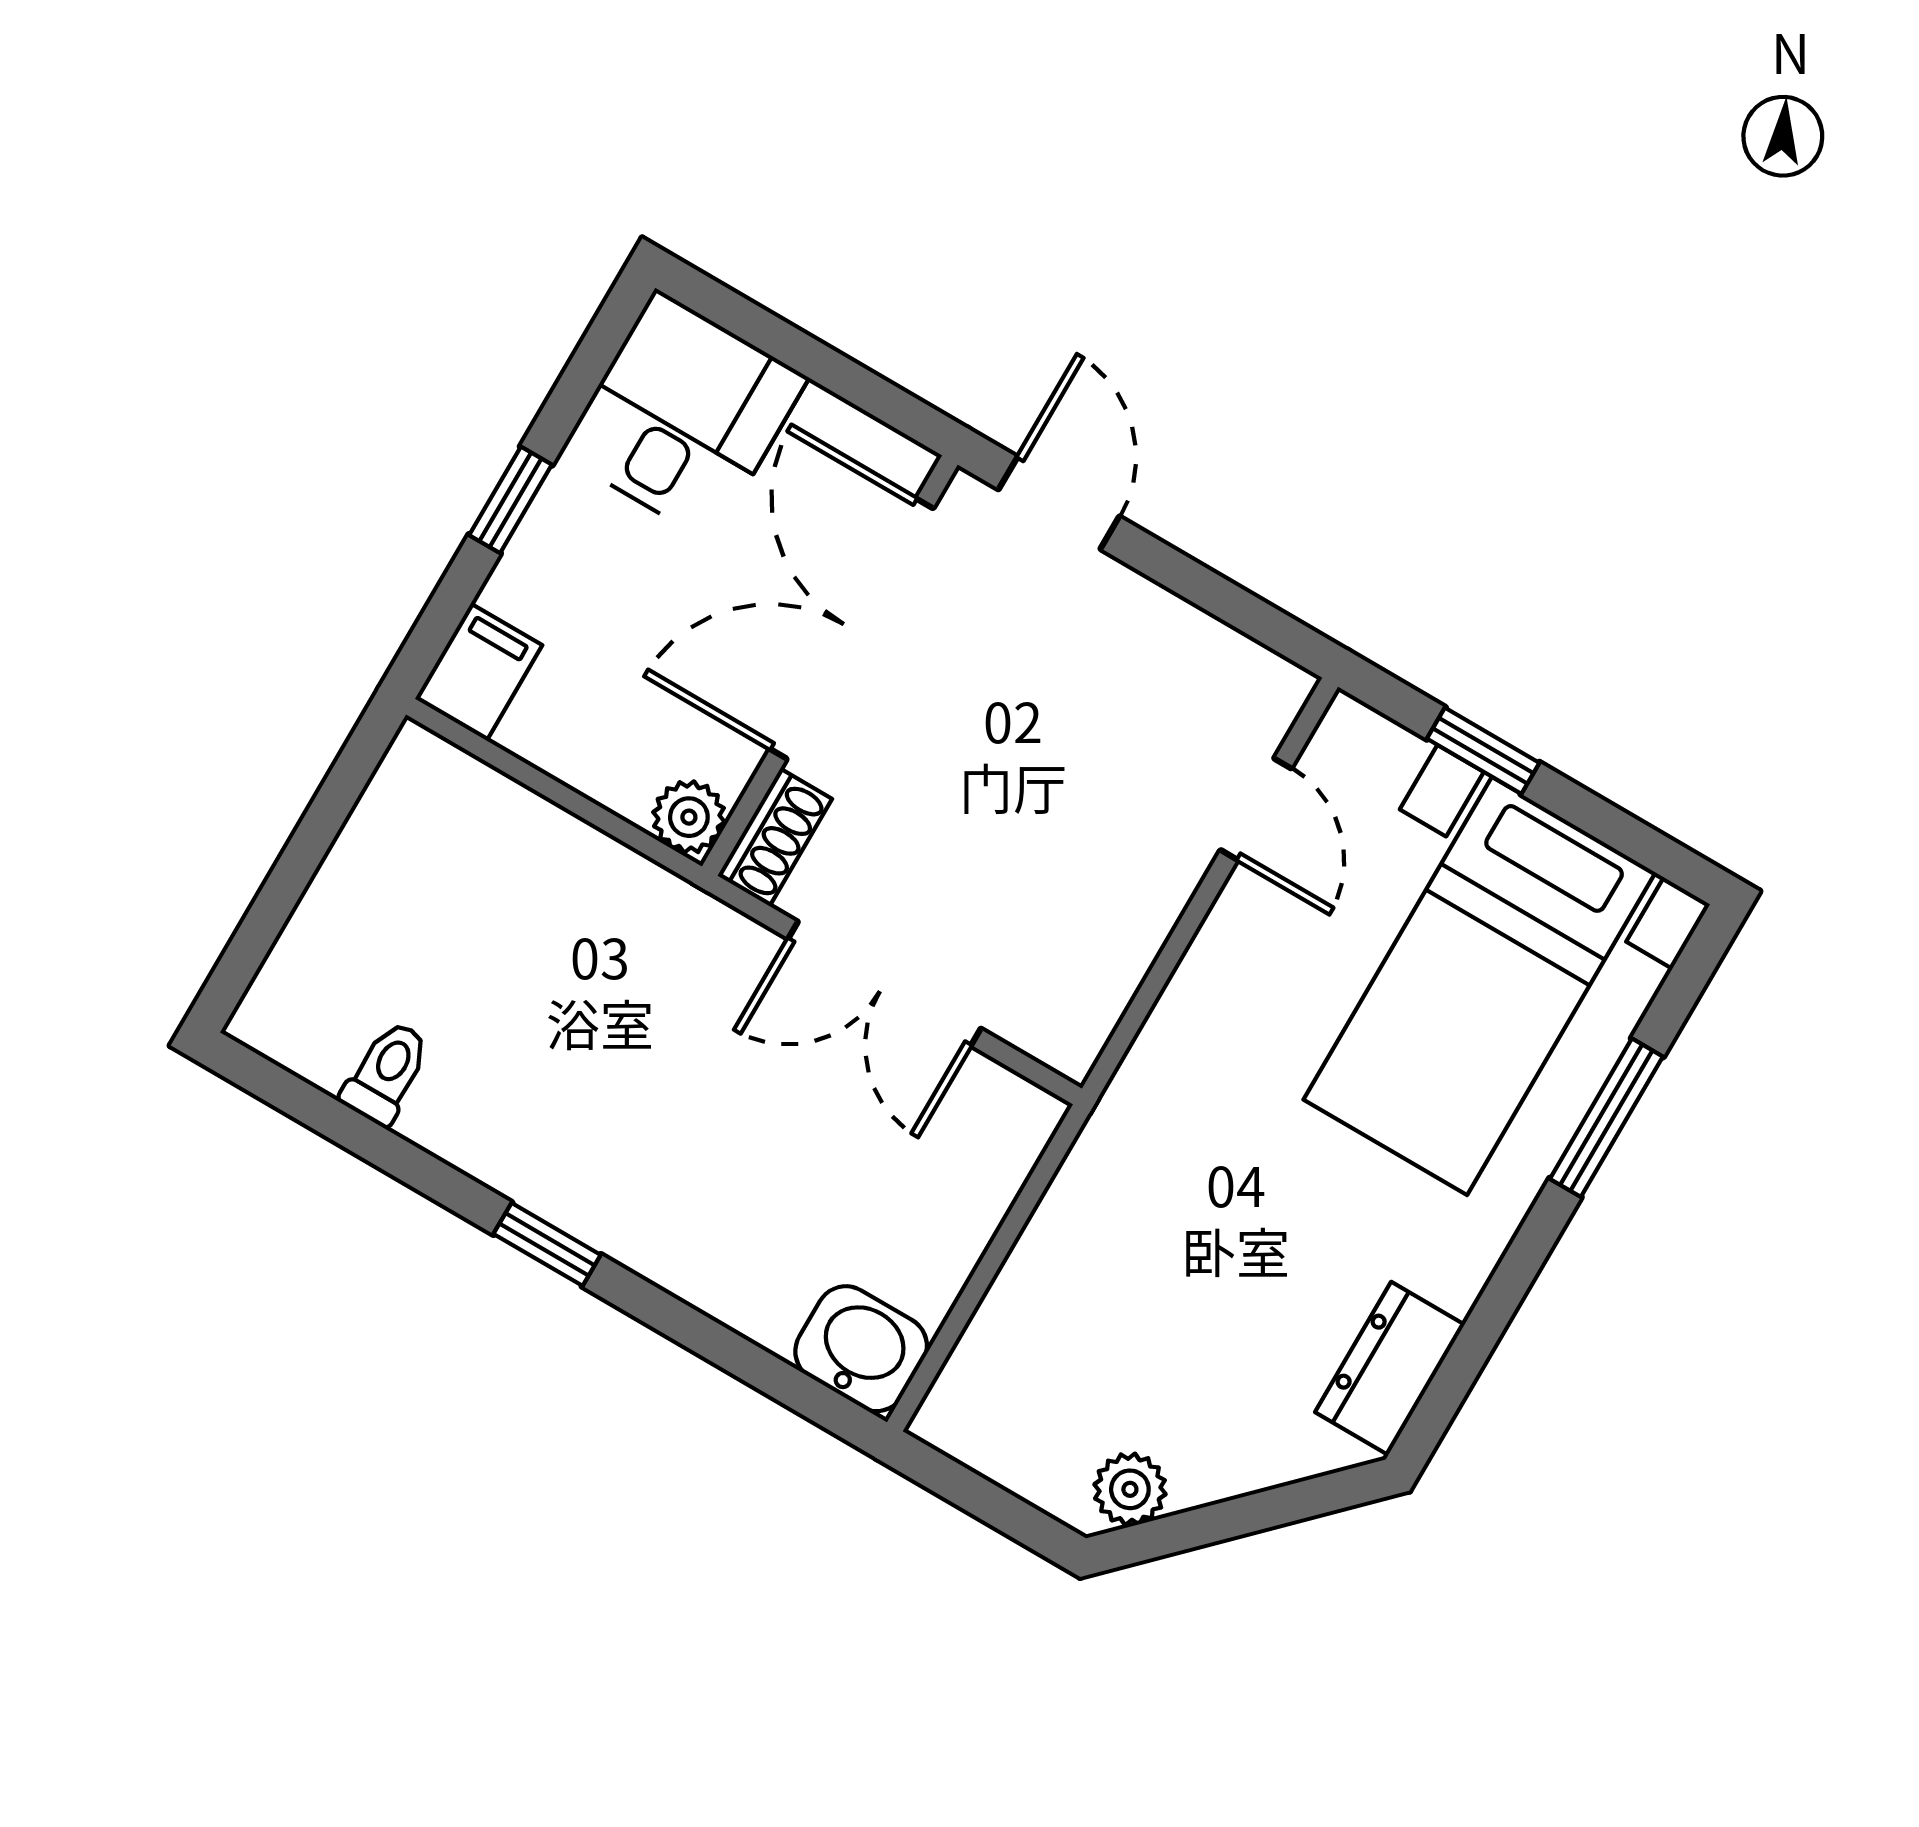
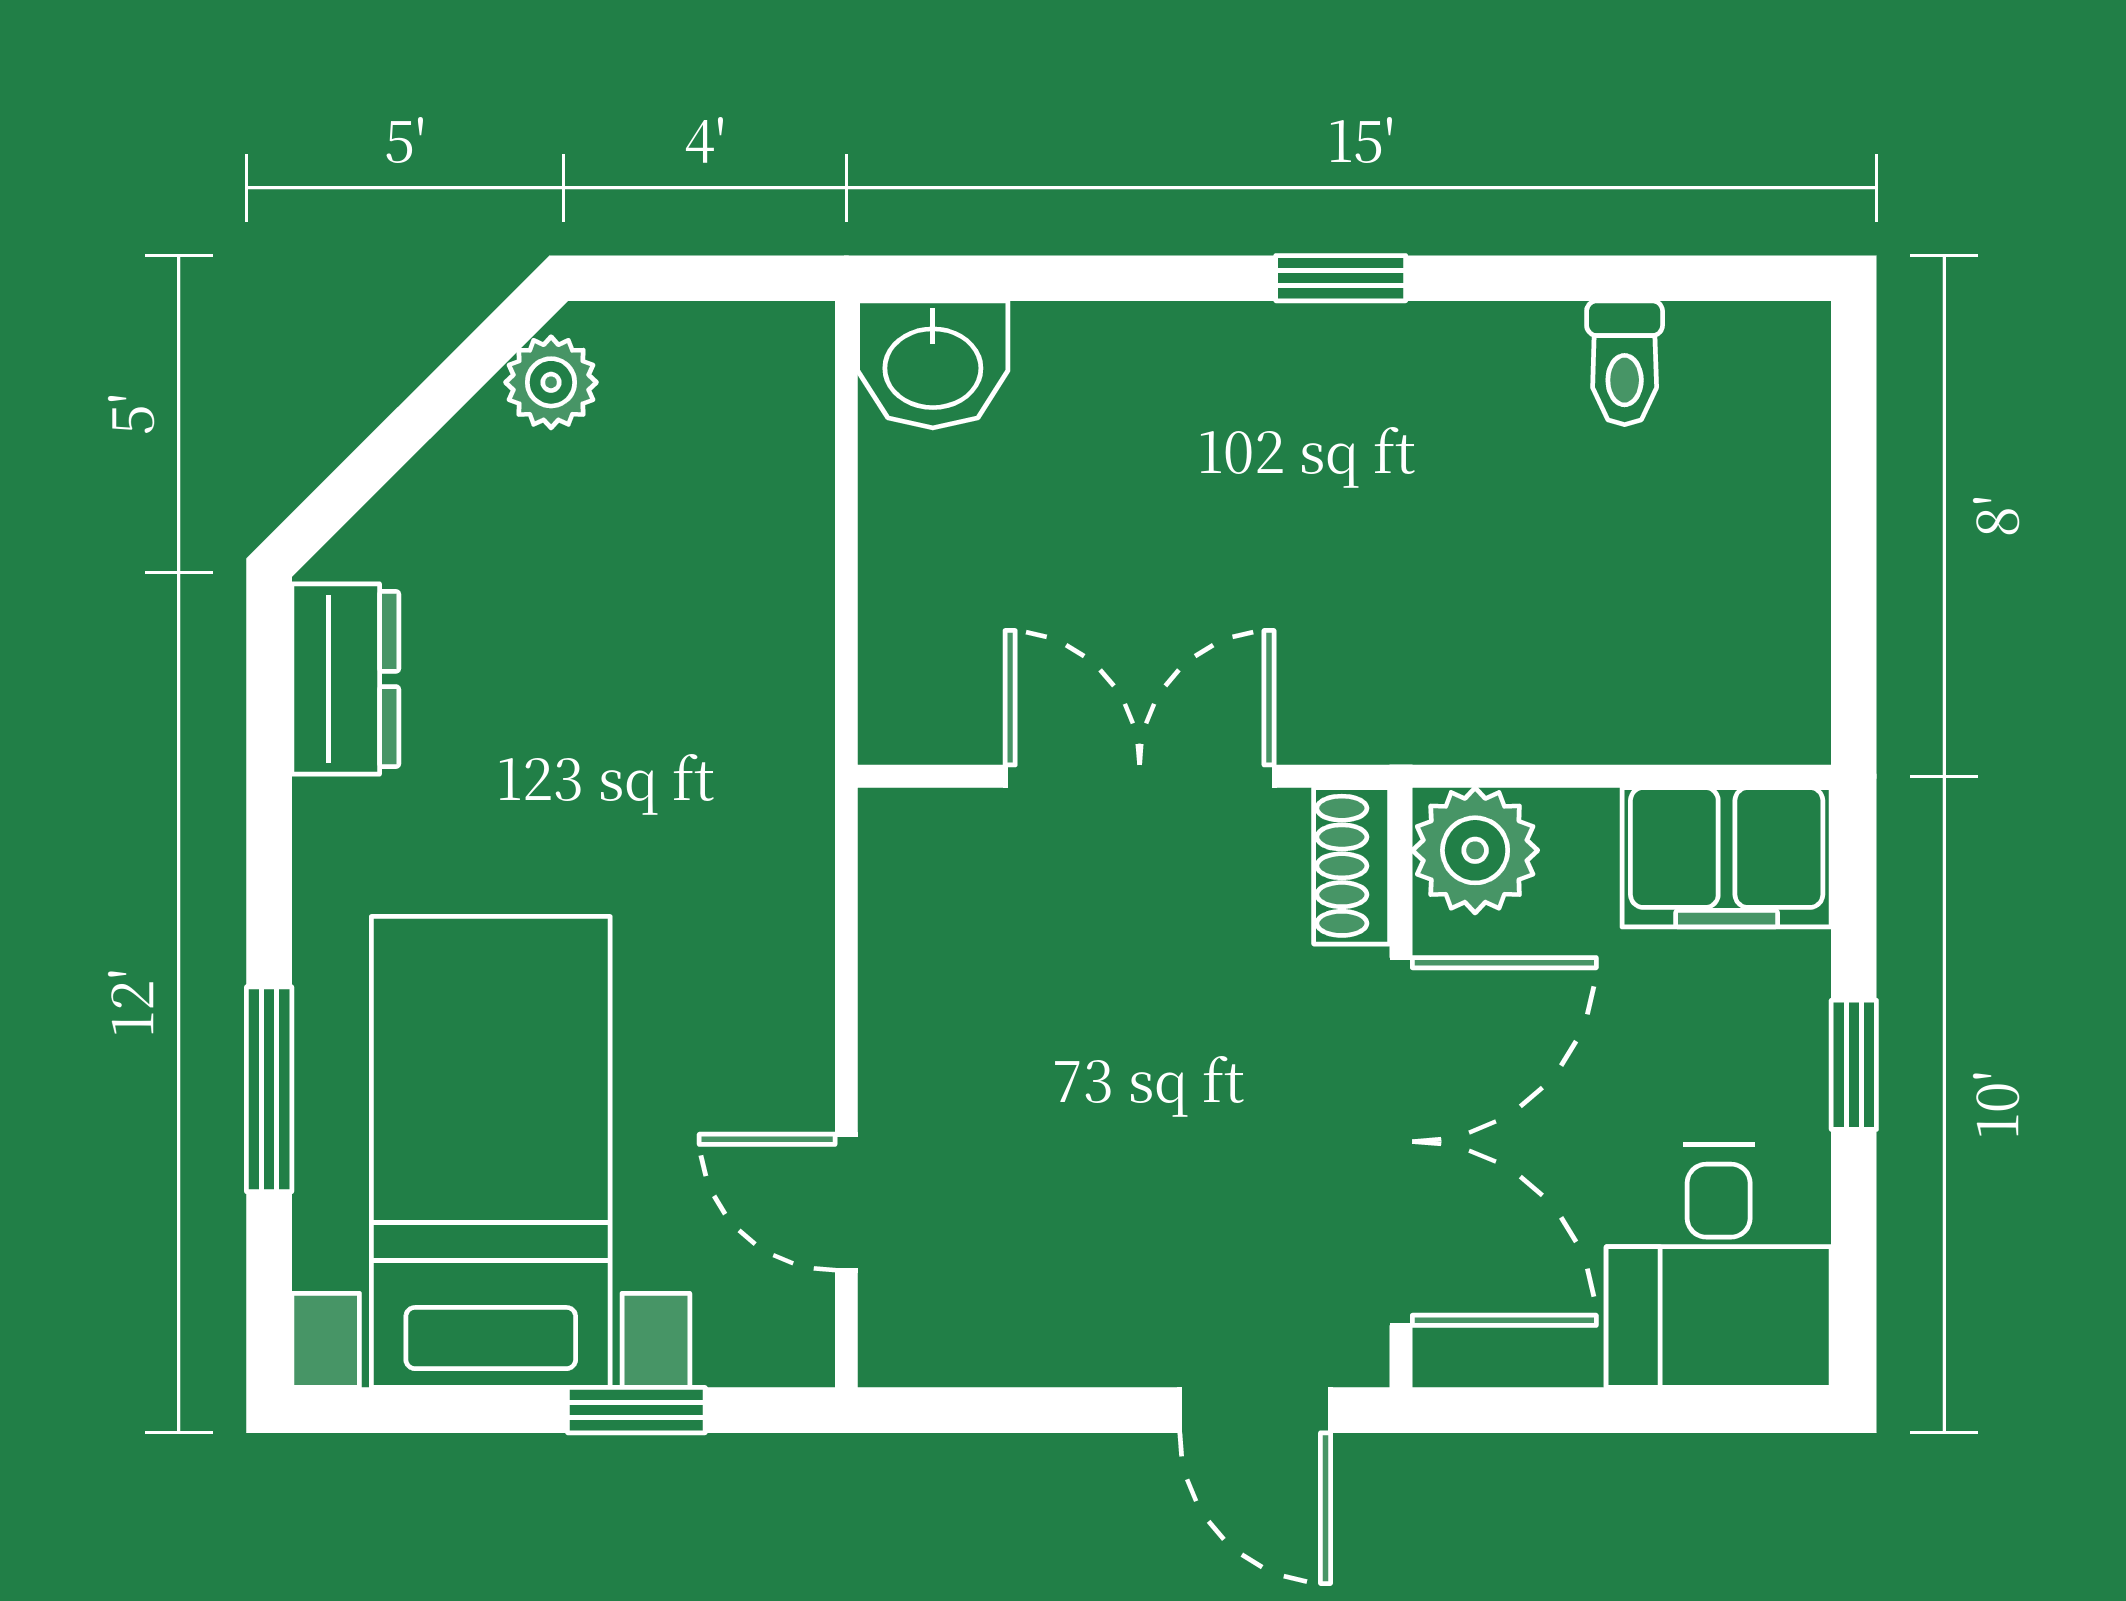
filing cabinet: (479, 672) -> (1727, 857), width x2.00
plant: (689, 817) -> (1475, 850), width x1.38, depth x1.38

